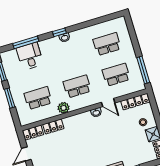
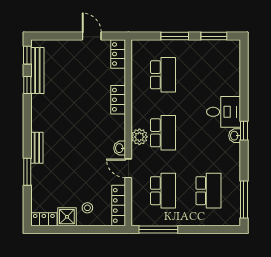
window: (26, 42) -> (244, 199), moved
desk: (30, 56) -> (223, 112), moved
door: (108, 103) -> (128, 168), hinge flipped
plant: (64, 108) -> (139, 137), moved
locker: (53, 127) -> (118, 100), moved

